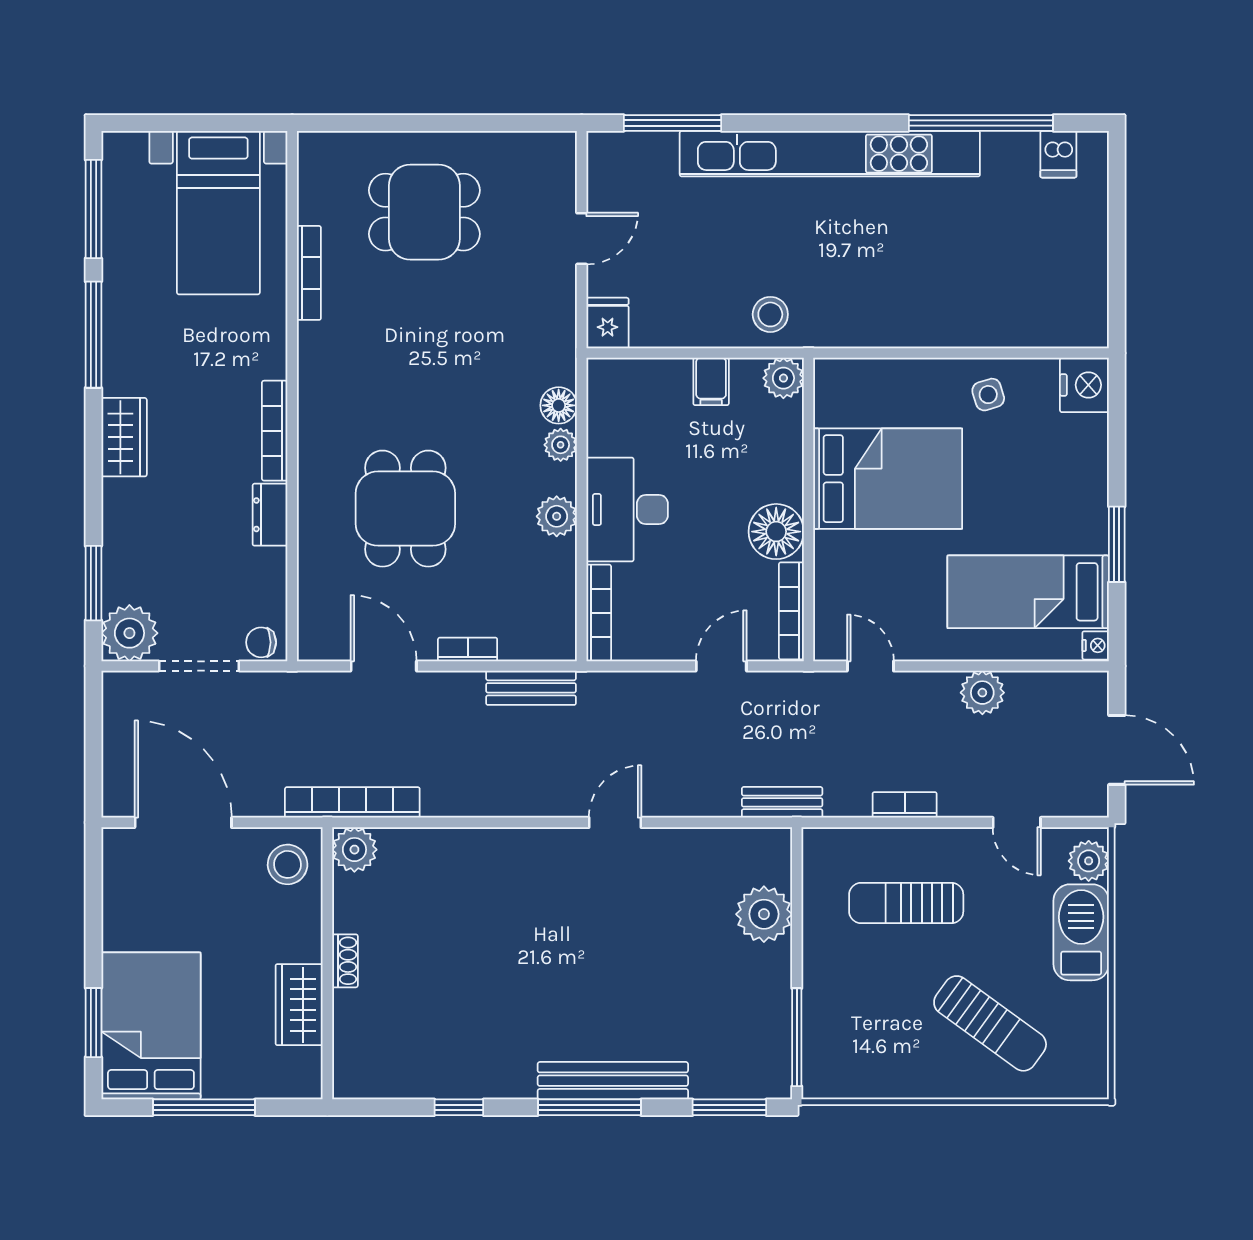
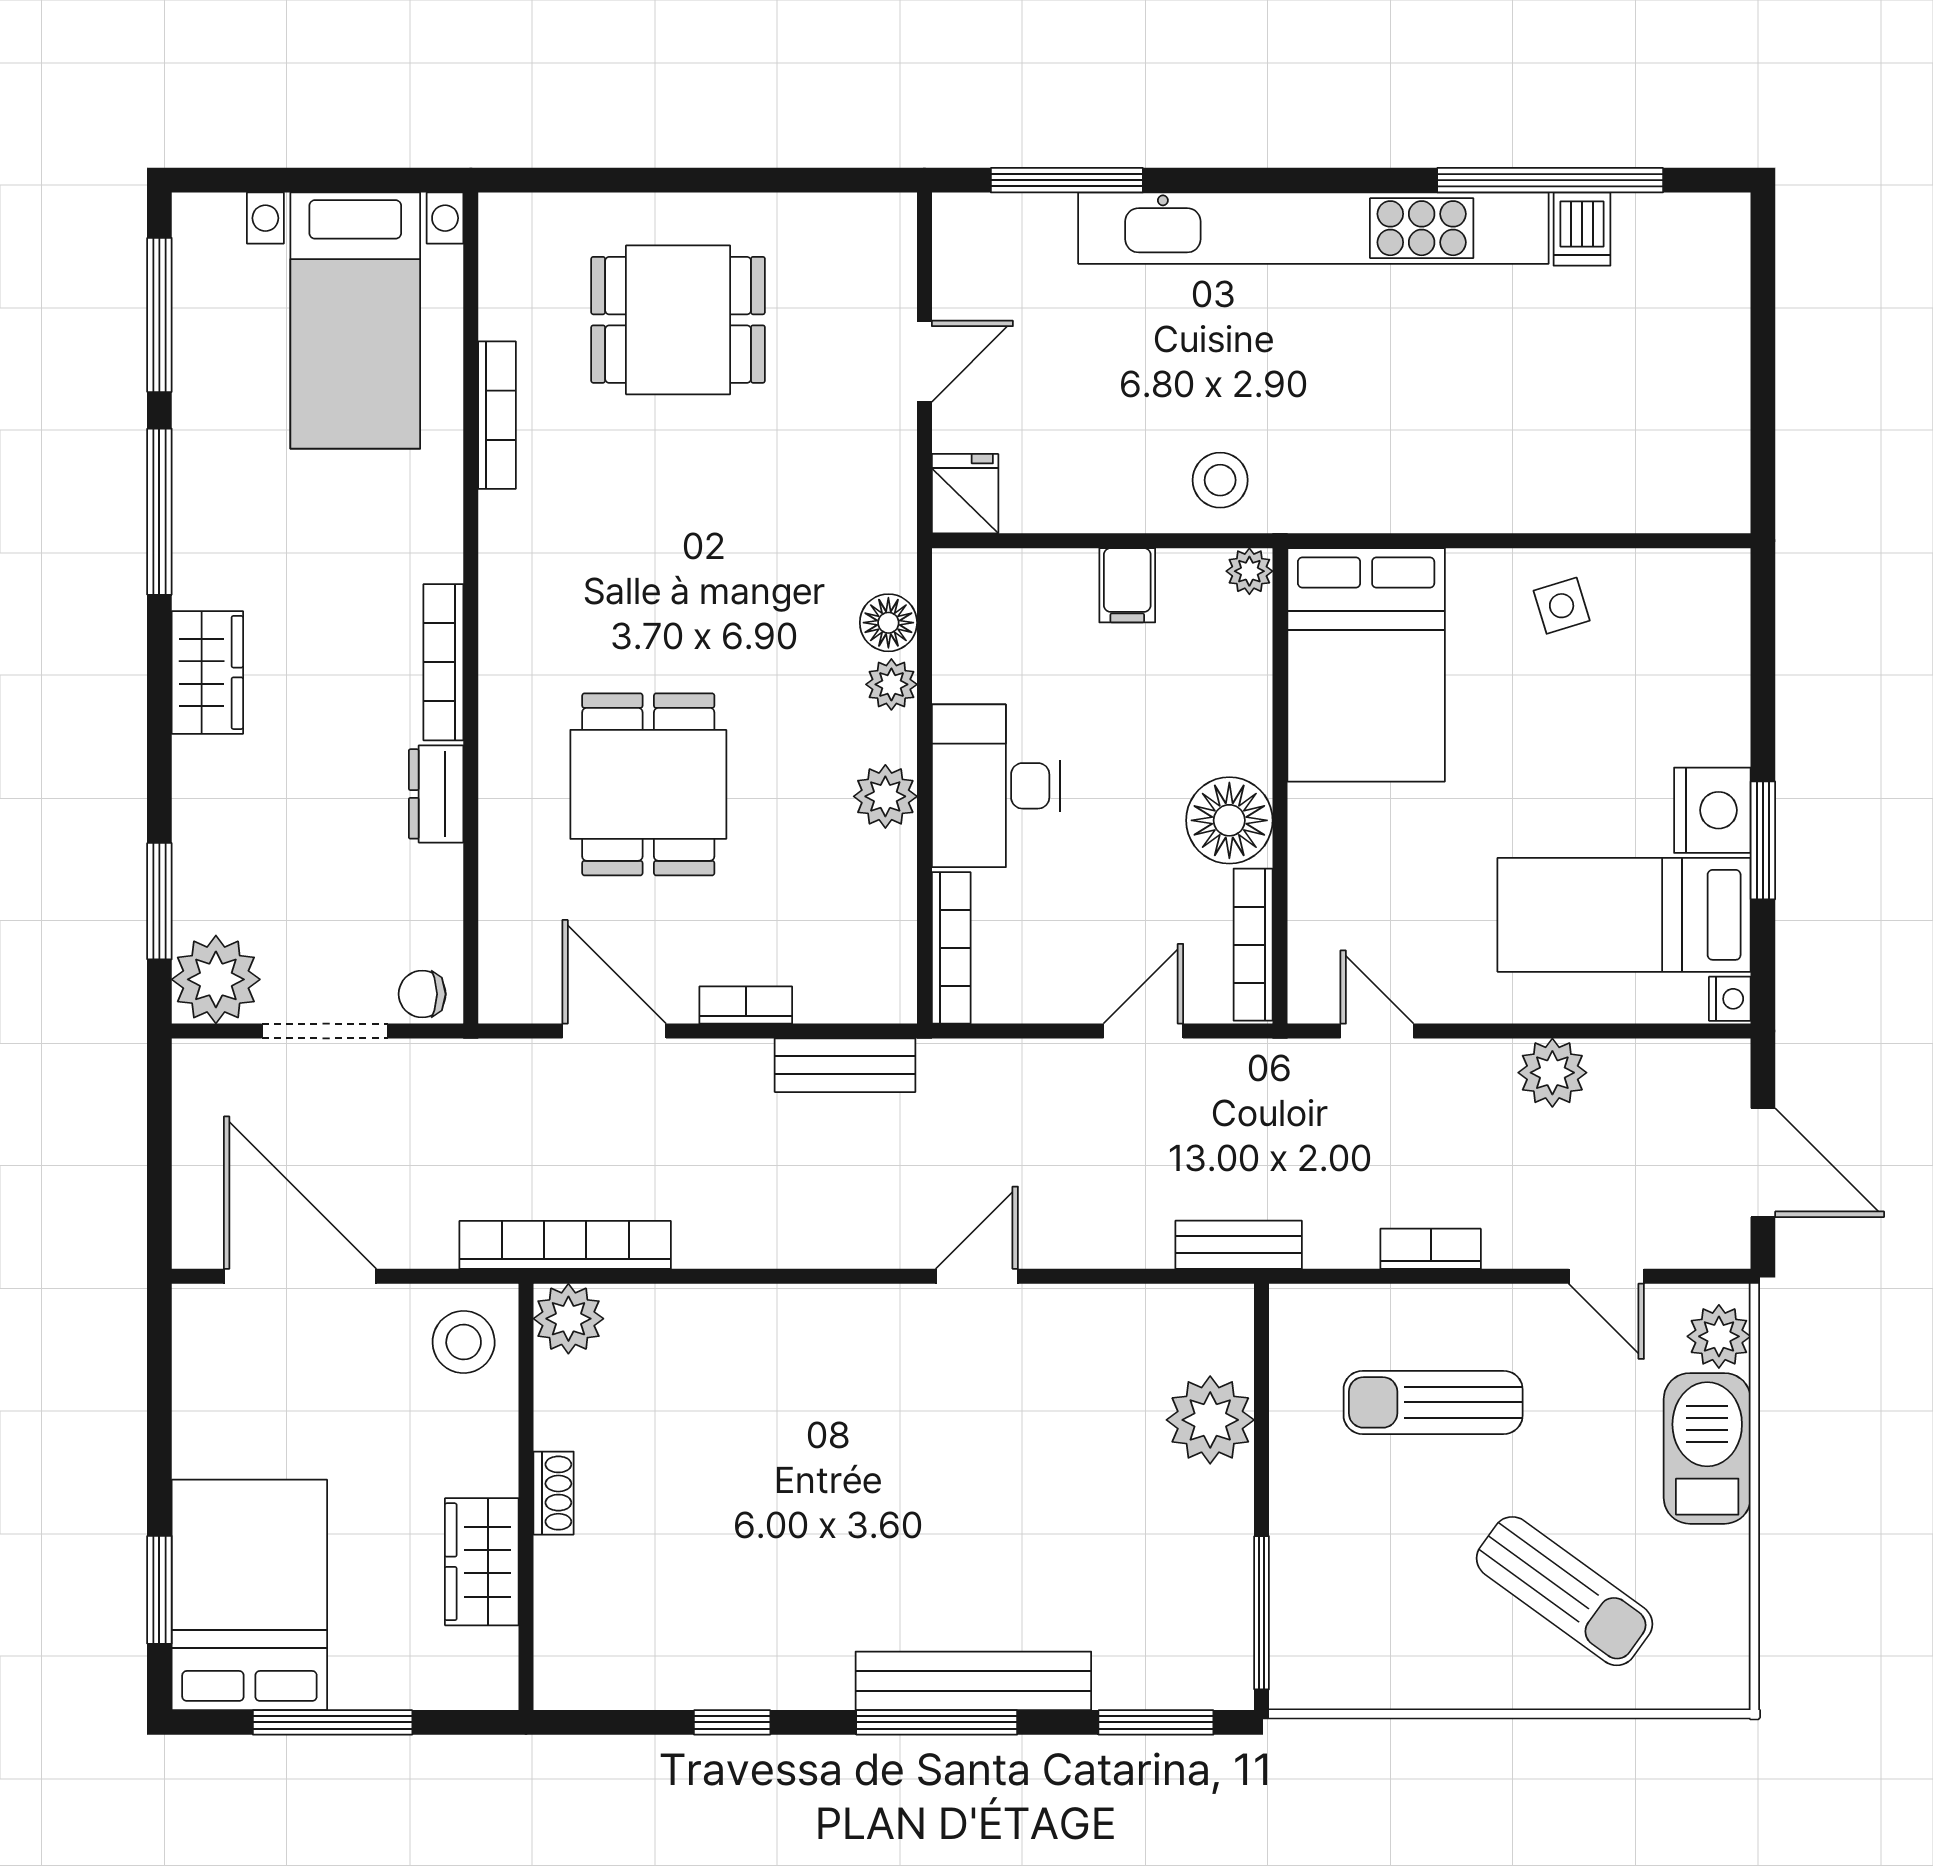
dishwasher: (1058, 154) -> (1582, 229), moved
plant: (783, 378) -> (1249, 571), width x0.73, depth x0.73
nightstand: (1084, 385) -> (1712, 810), moved
bed: (888, 479) -> (1366, 665), moved, turned 90

